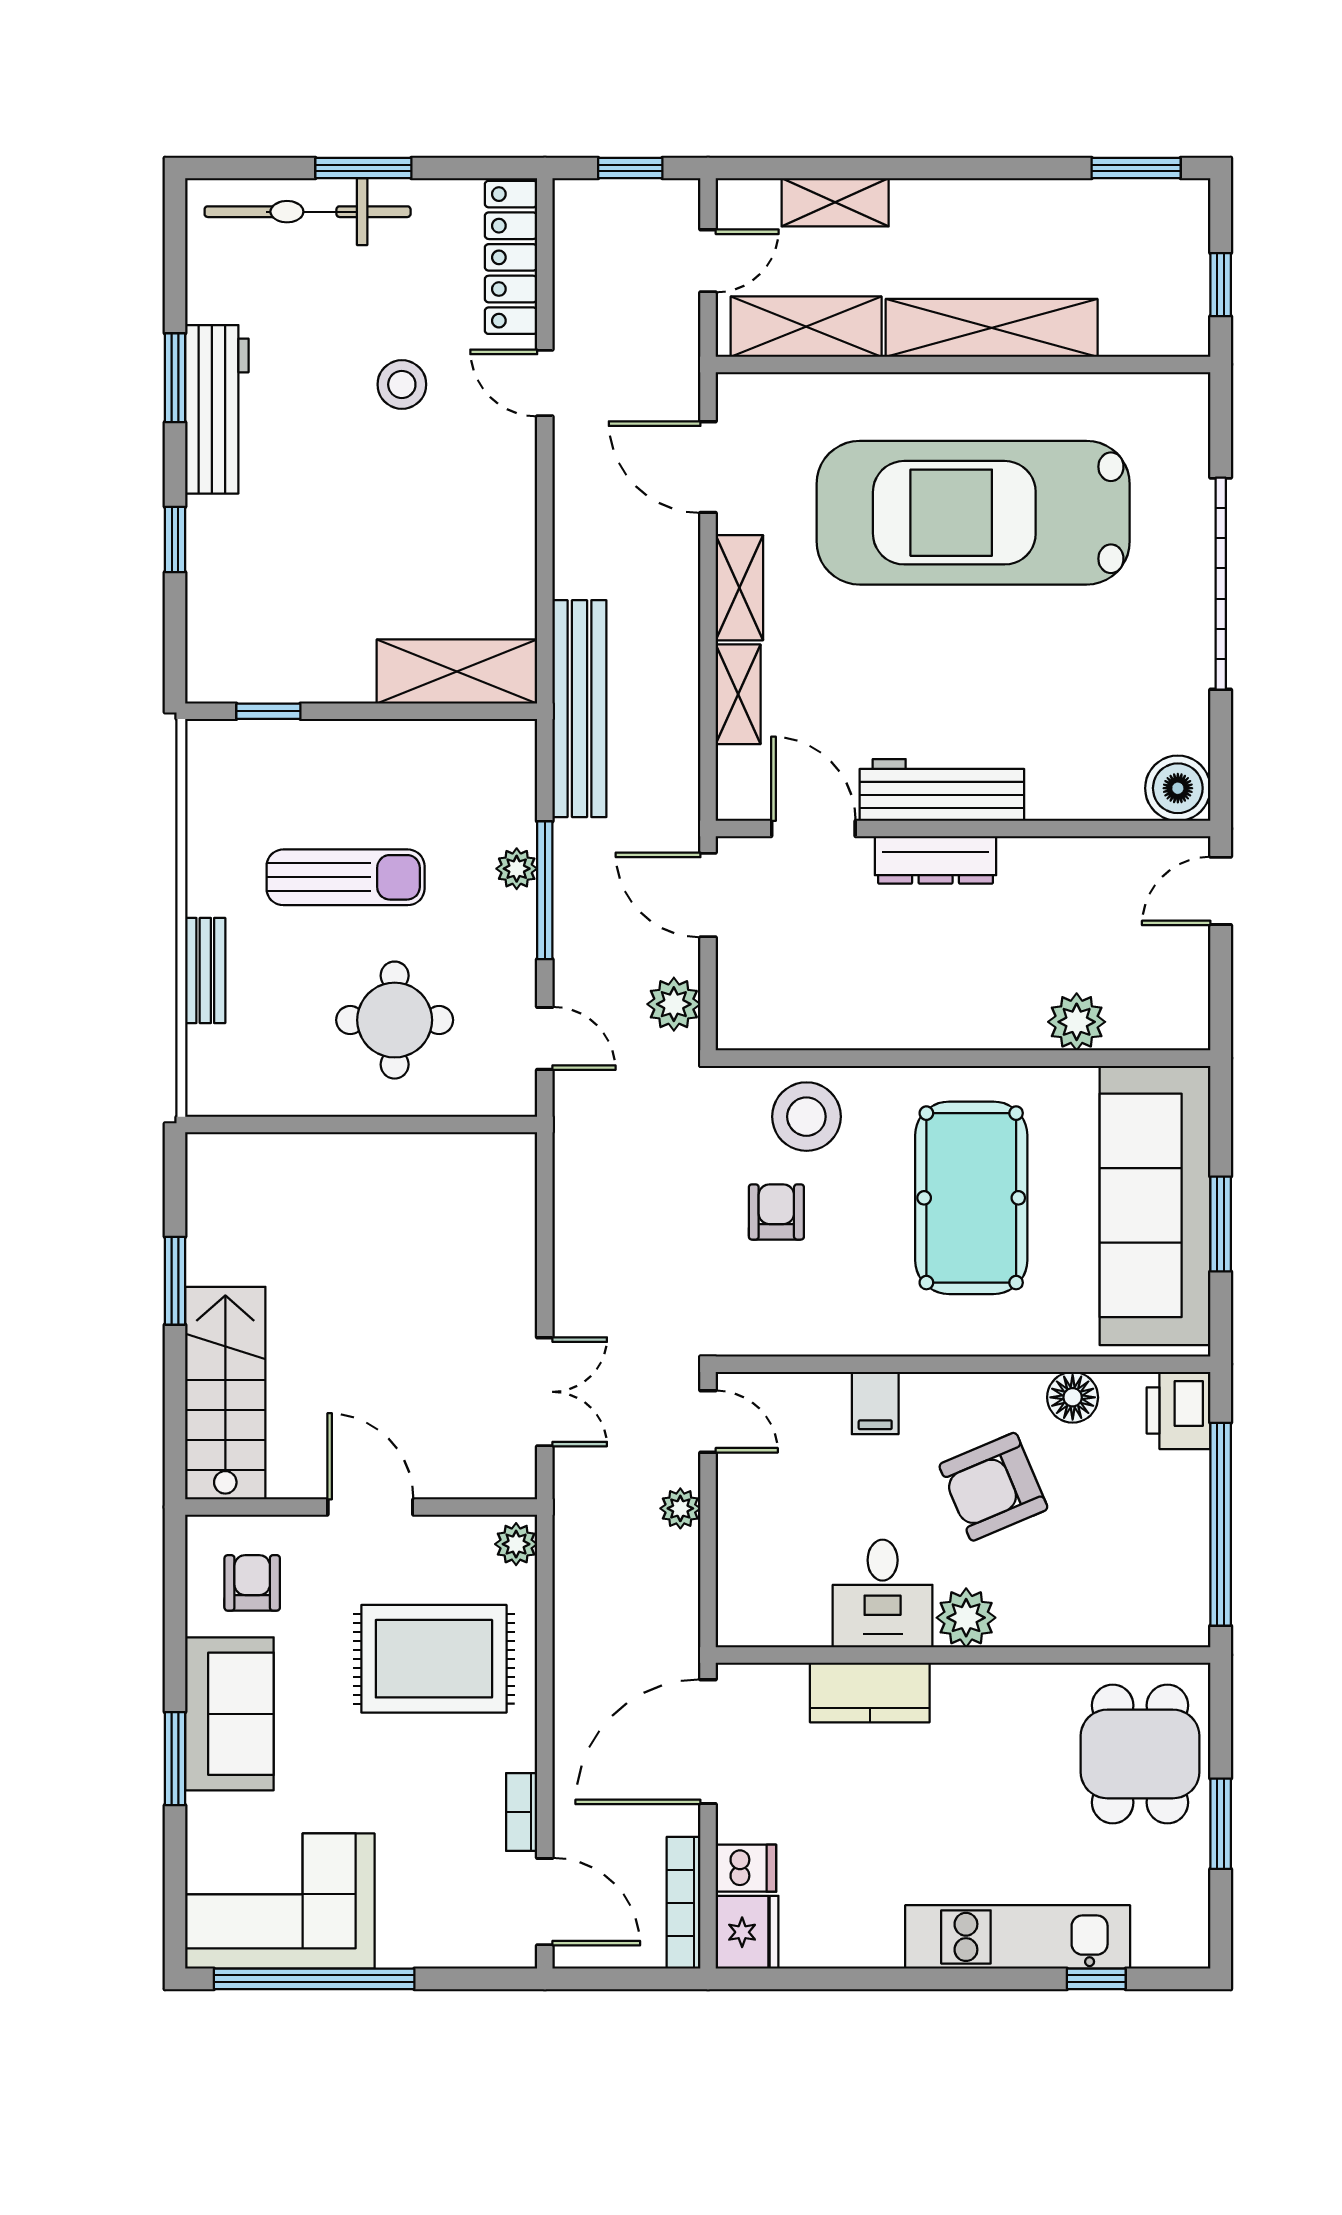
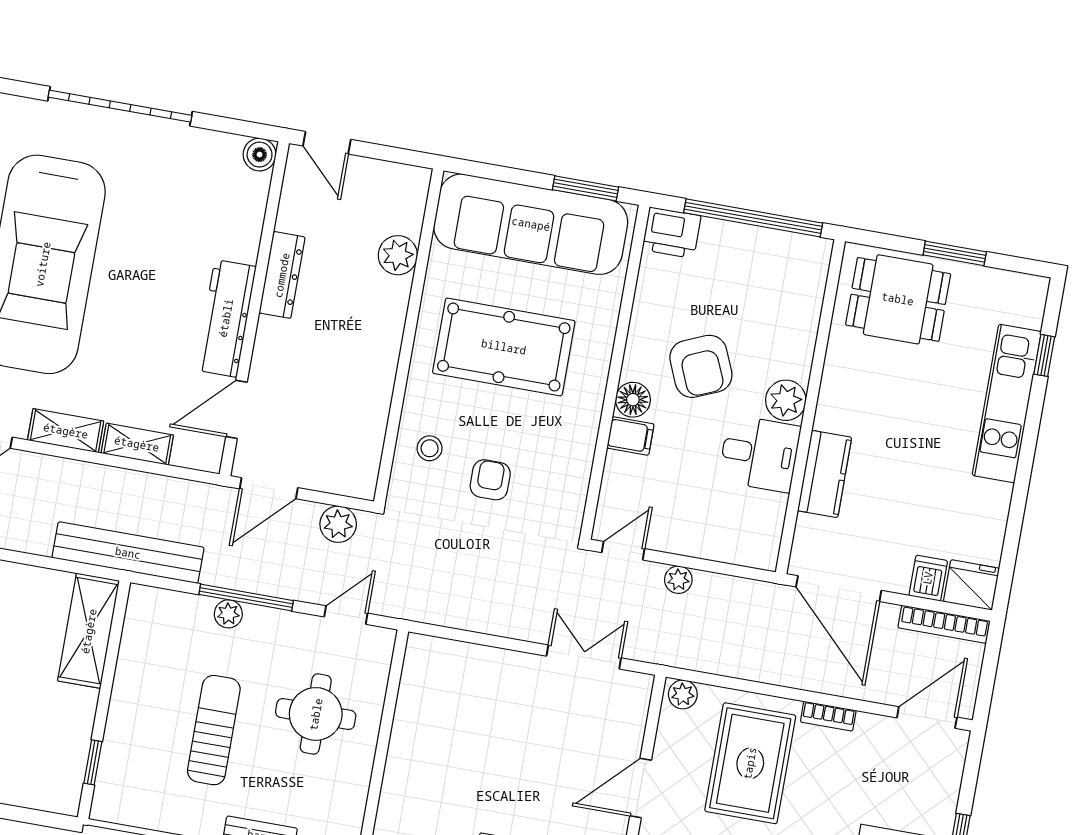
boiler: (1178, 788) -> (260, 155), width x0.73, depth x0.73
dresser: (936, 860) -> (282, 275), moved
stool: (806, 1117) -> (430, 448), width x0.53, depth x0.53
armchair: (776, 1212) -> (490, 480), turned 90
window: (1221, 1224) -> (585, 188), moved
floor lamp: (1073, 1397) -> (633, 400), moved
bookcase: (522, 1812) -> (828, 716), moved

